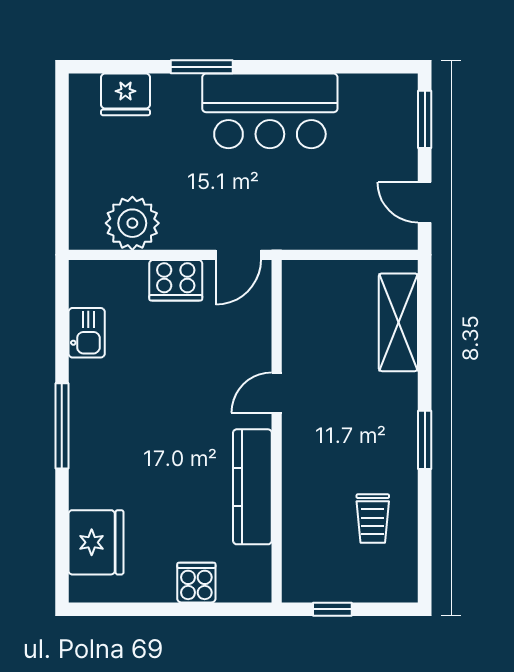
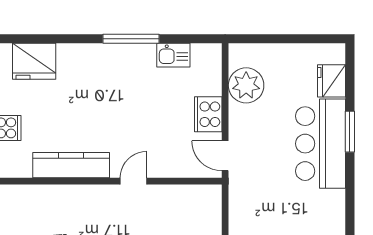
bar counter: (270, 111) -> (321, 144), moved
door: (277, 393) -> (134, 181), hinge flipped
window: (62, 426) -> (131, 39), moved

